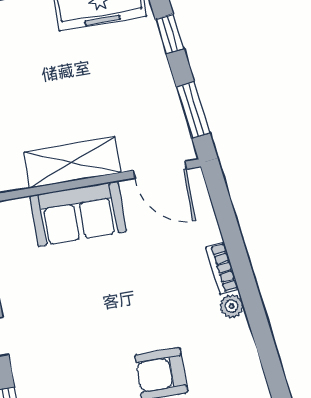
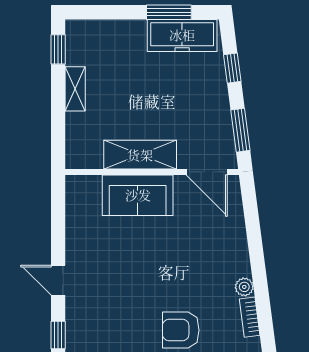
bookcase: (222, 268) -> (250, 317), moved

